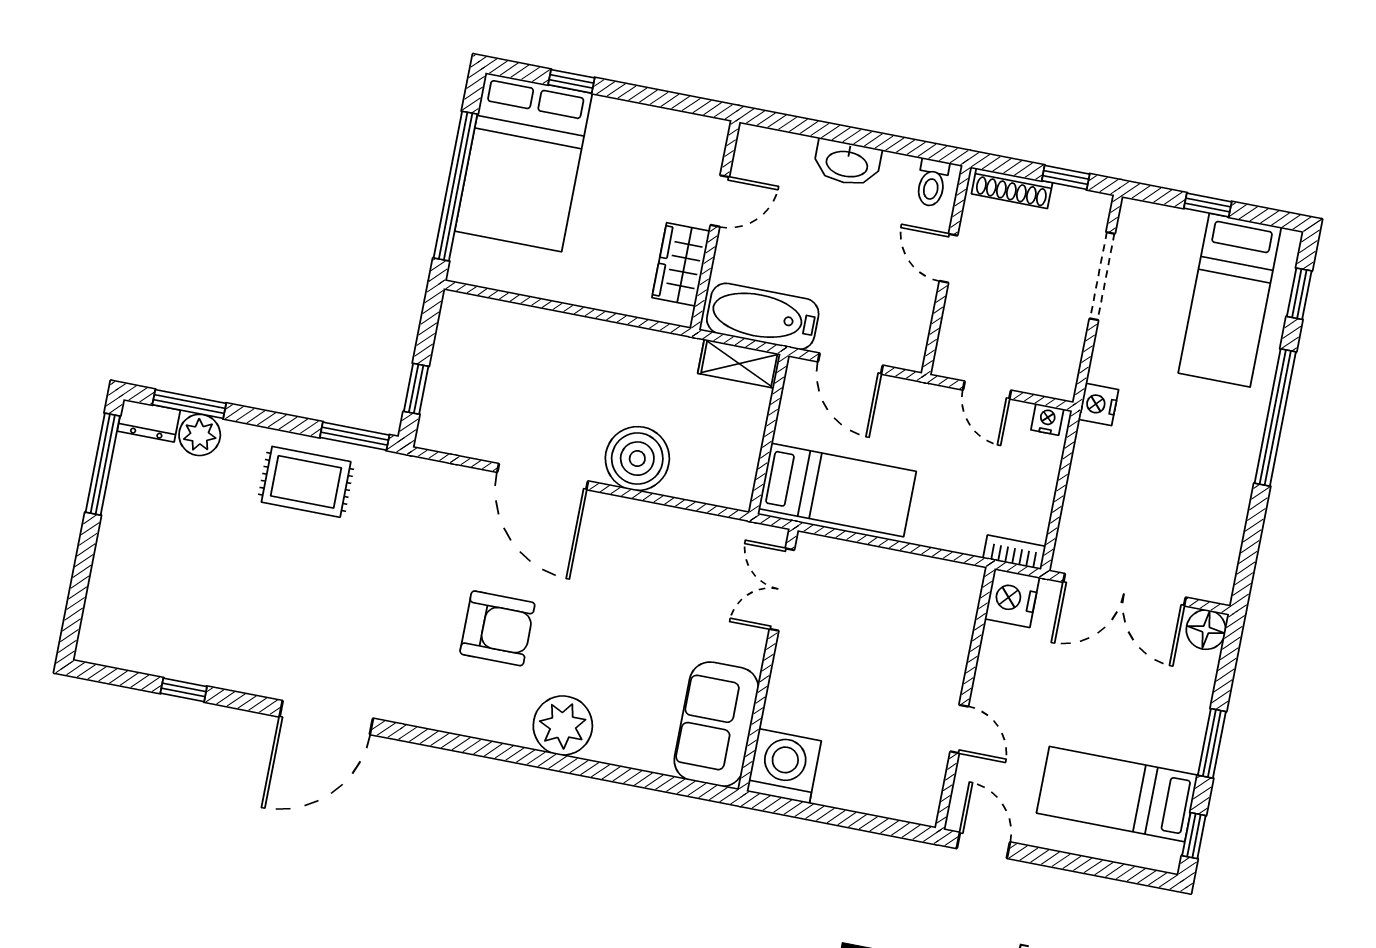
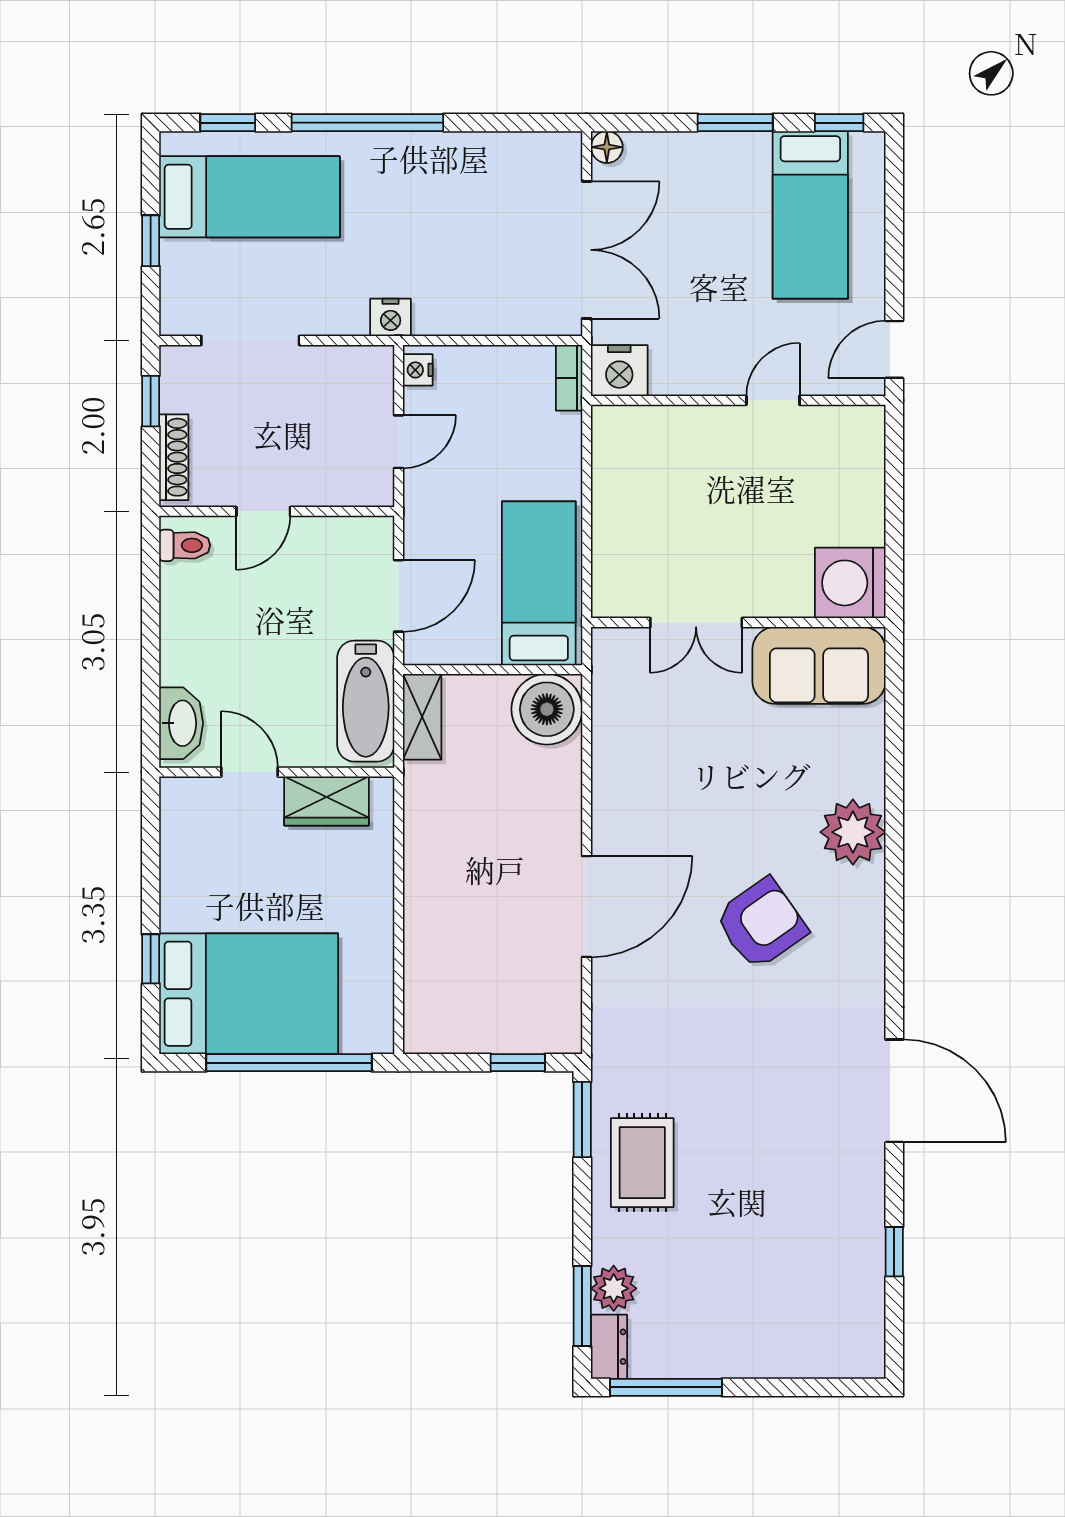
washbasin: (847, 163) -> (181, 723), moved
boiler: (637, 459) -> (547, 709), moved
double door: (782, 589) -> (696, 623), moved
armchair: (497, 628) -> (761, 924), turned 55
floor lamp: (1206, 630) -> (607, 147), width x0.73, depth x0.73

